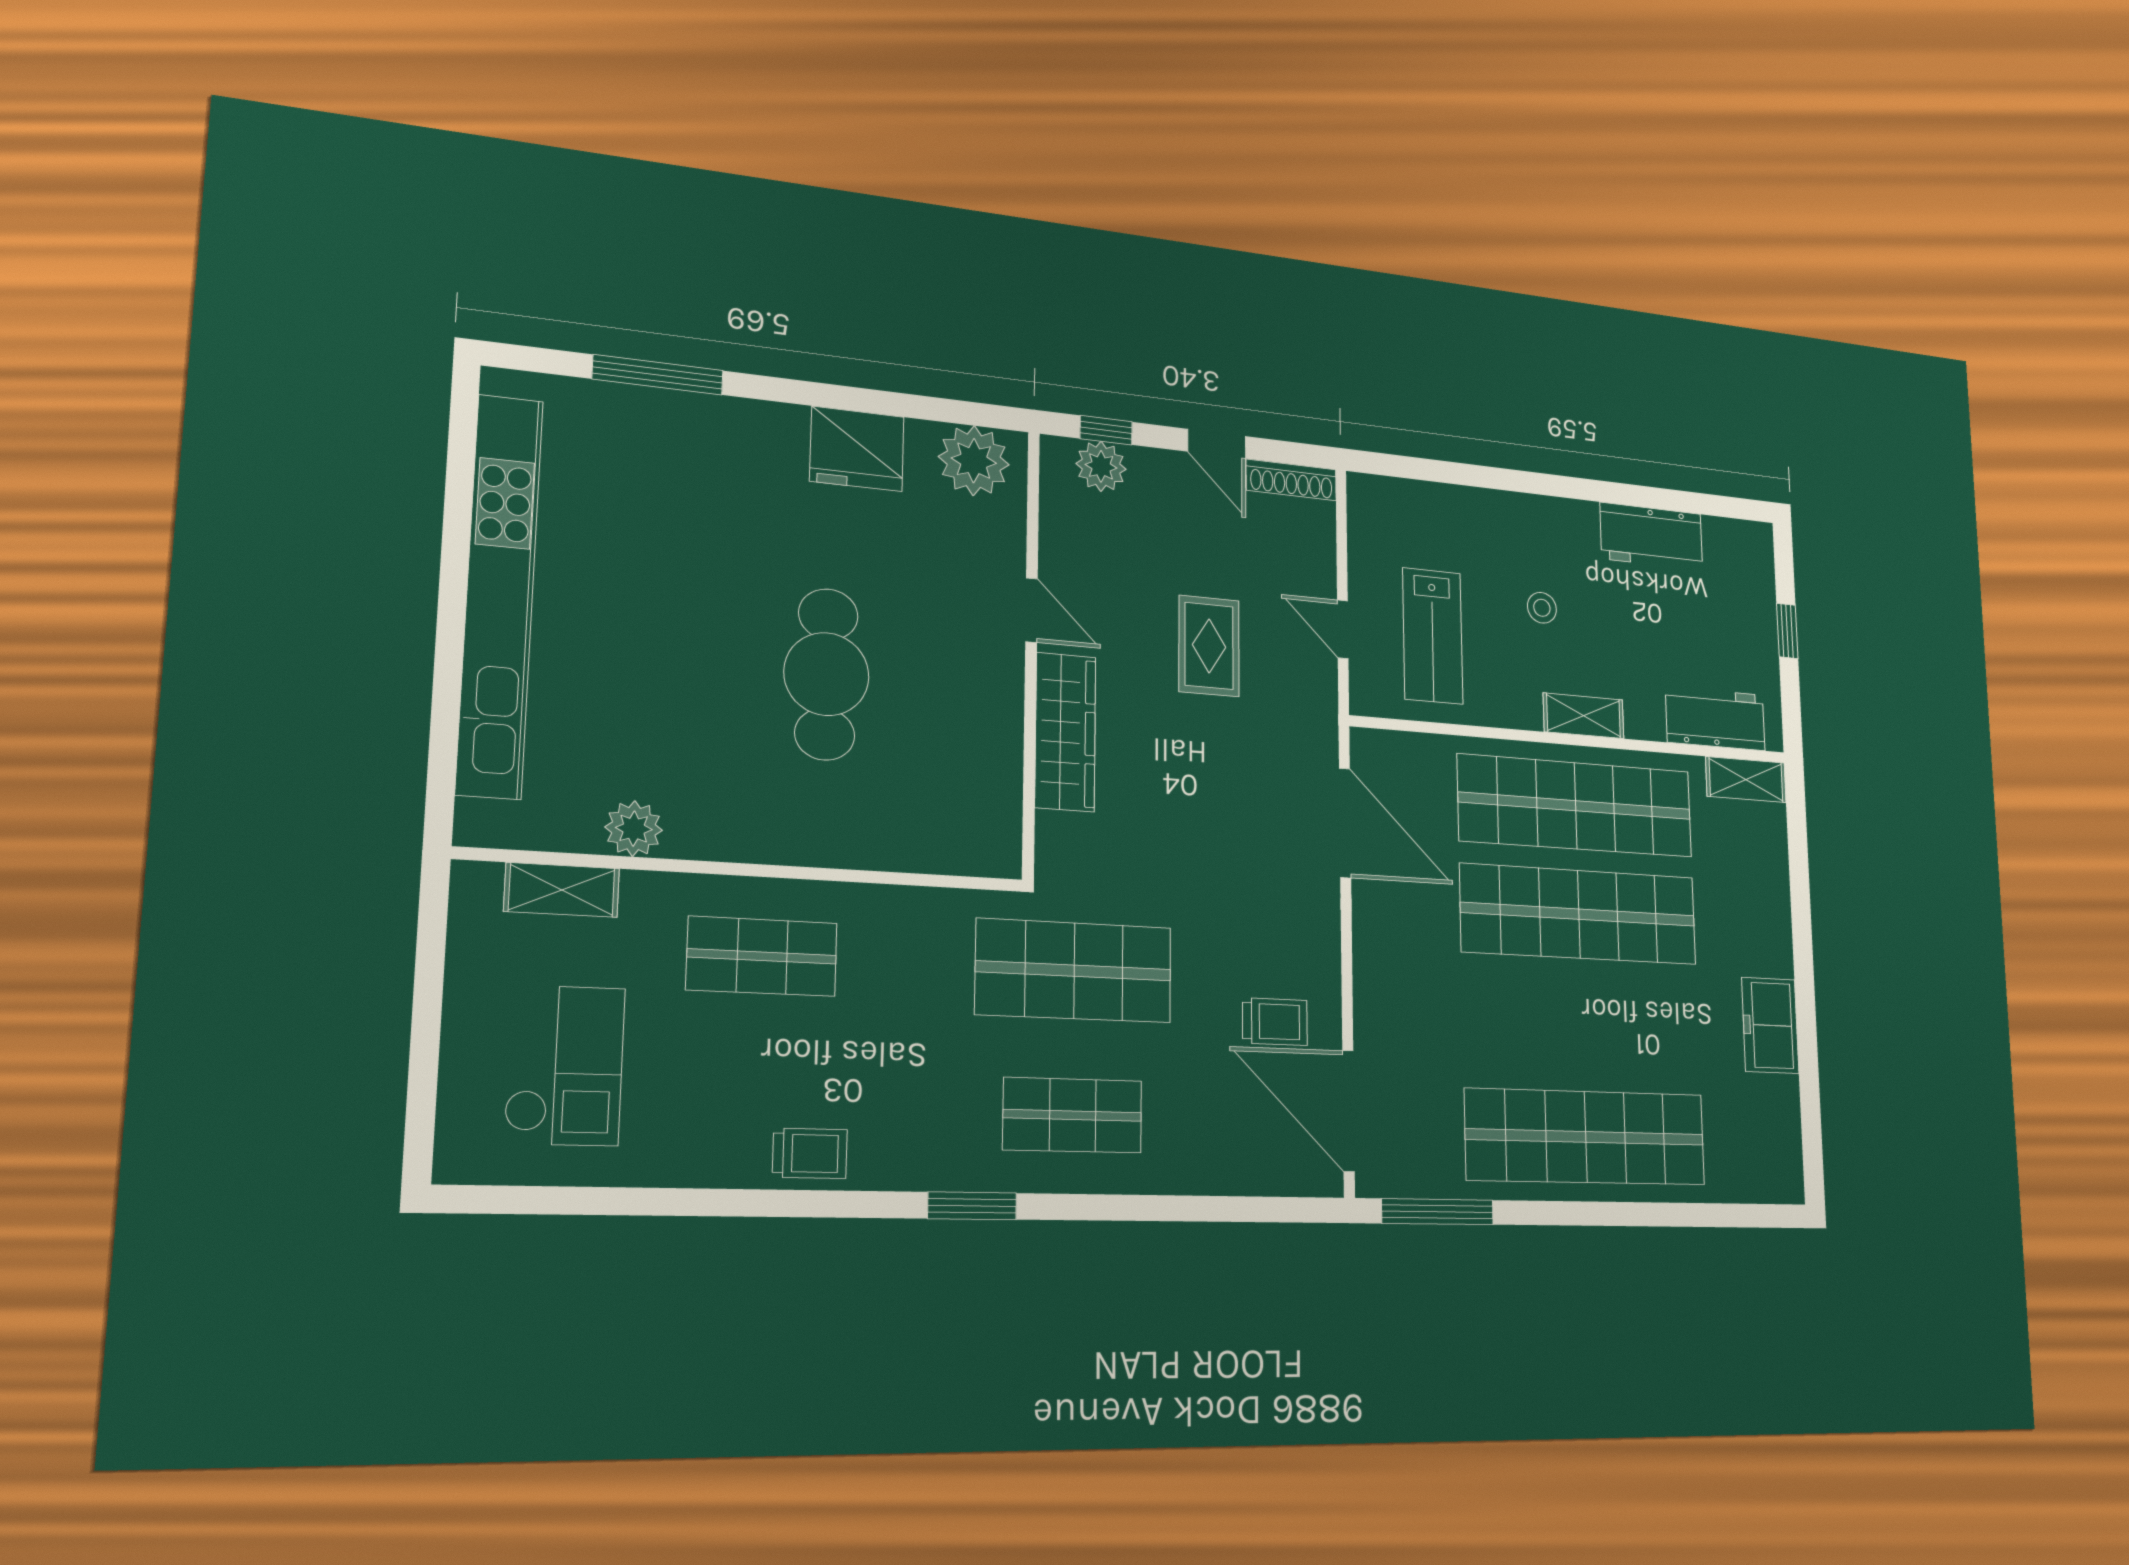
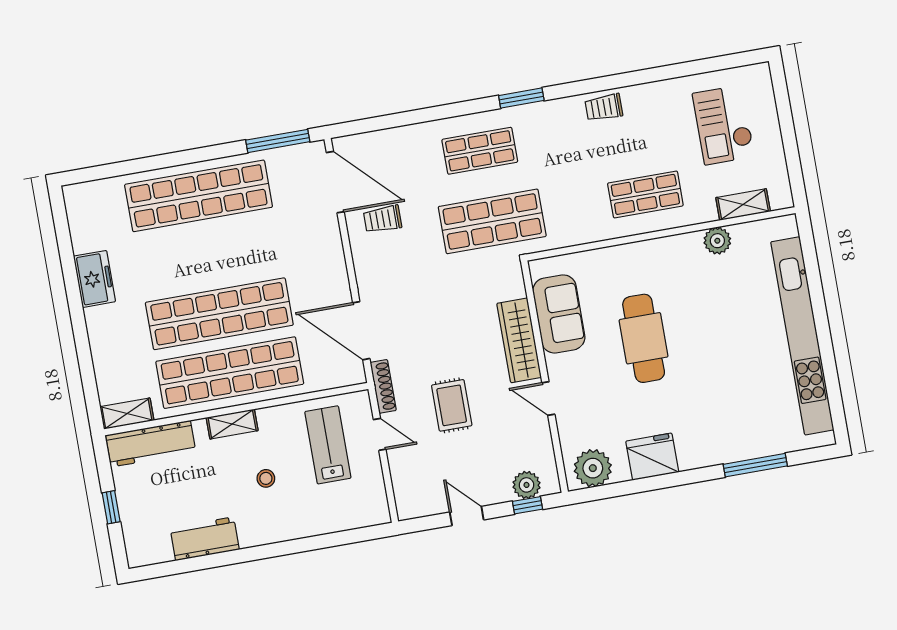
shoe rack: (1291, 480) -> (383, 386), moved, turned 90
workbench: (1715, 719) -> (151, 444), width x1.38
sofa: (981, 763) -> (559, 314), added

